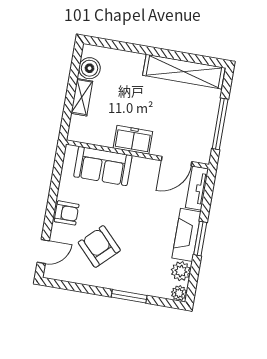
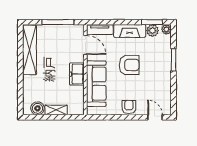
sofa: (103, 166) -> (96, 84), width x1.36
window: (200, 239) -> (152, 22), moved
armchair: (99, 246) -> (129, 65), moved, turned -136

